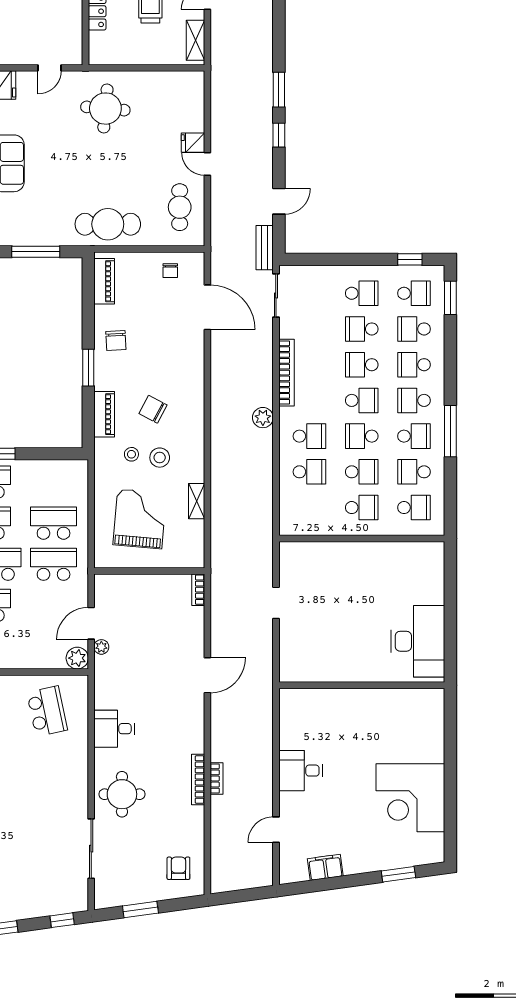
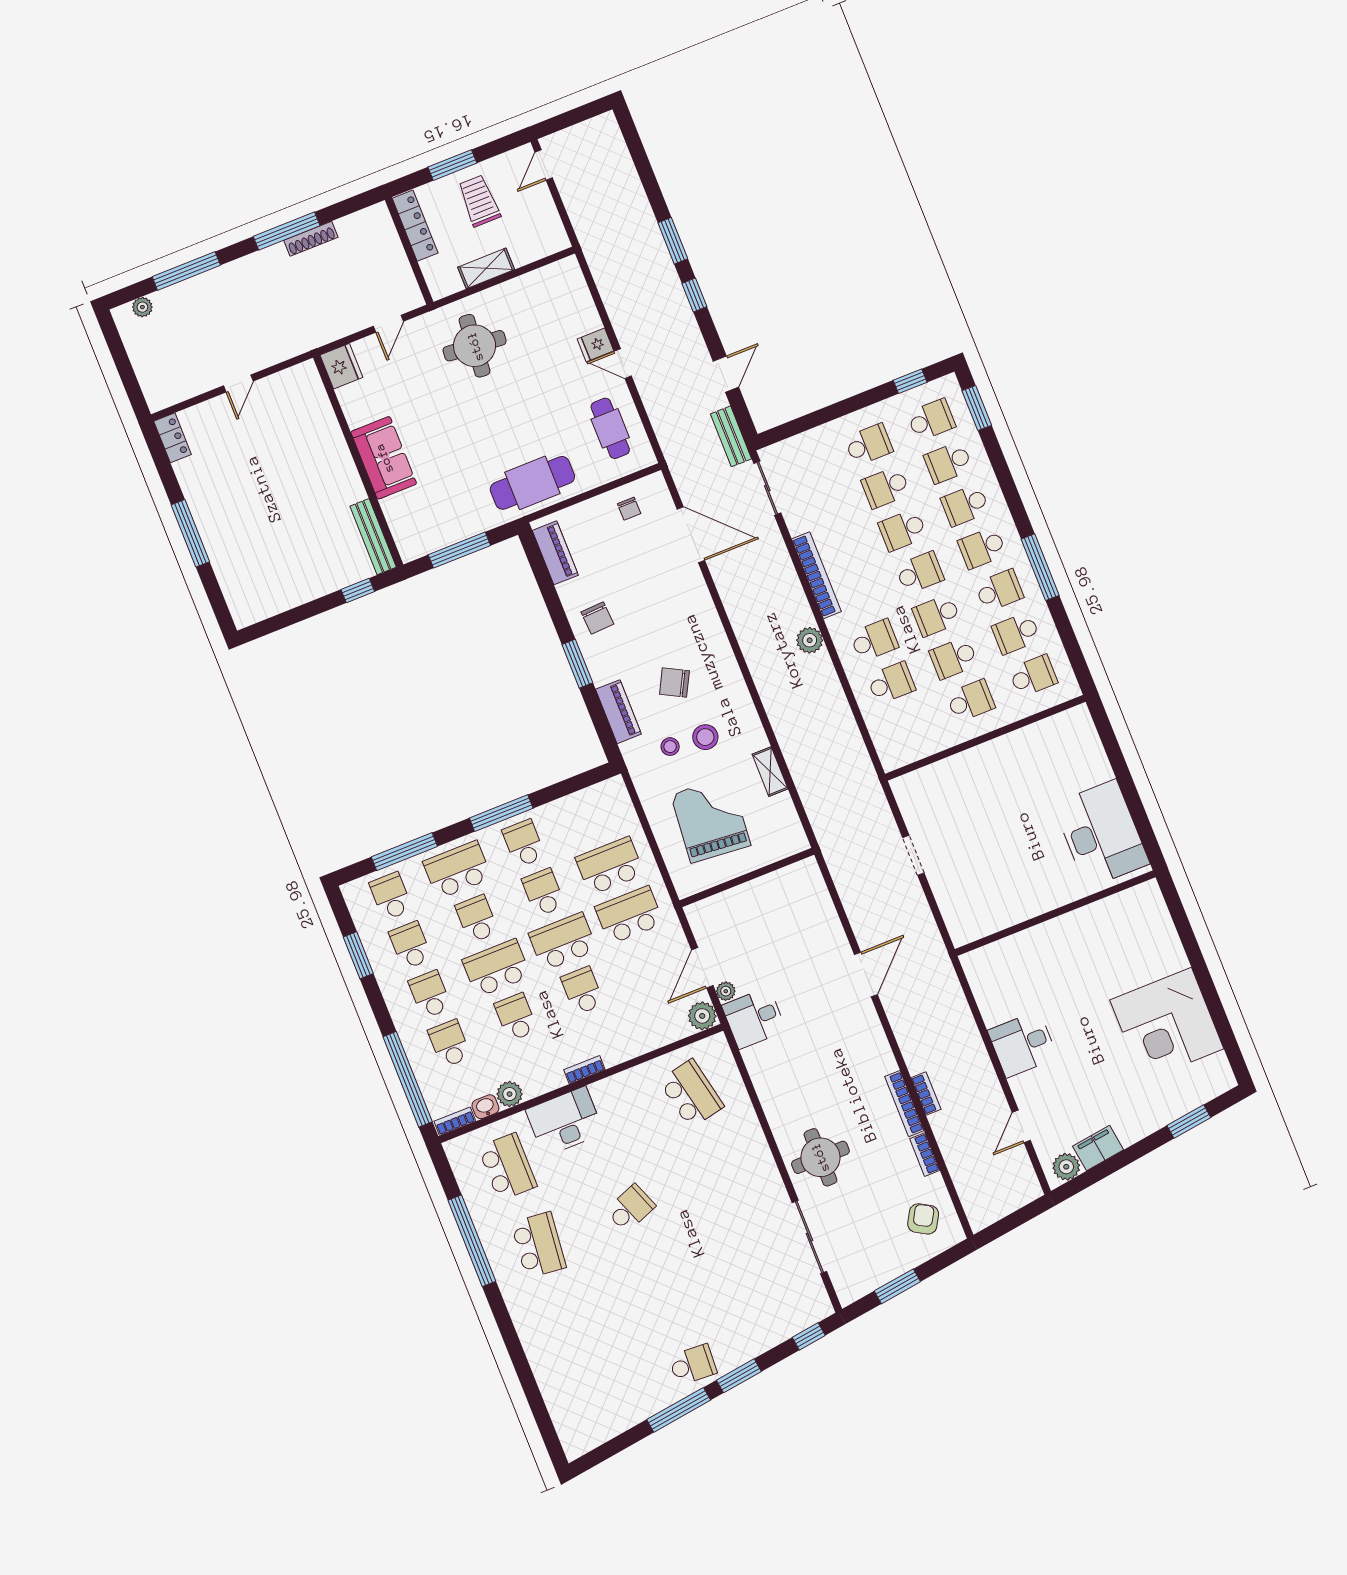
shelving: (195, 40) -> (486, 268), moved, turned 90
school desk: (362, 472) -> (954, 658), turned 180
bookcase: (198, 590) -> (925, 1155), moved
desk: (114, 729) -> (754, 1018), moved
armchair: (178, 868) -> (923, 1219), turned 30
plant: (297, 872) -> (1066, 1167), added

